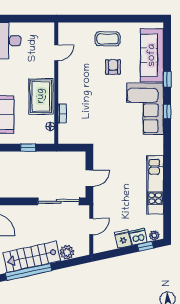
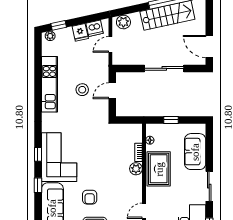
plant: (65, 97) -> (136, 169), added
stool: (121, 179) -> (82, 90), added
sliding door: (59, 201) -> (164, 68), moved
dishwasher: (138, 237) -> (95, 28), moved
plant: (67, 252) -> (123, 22), moved

